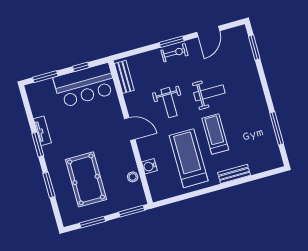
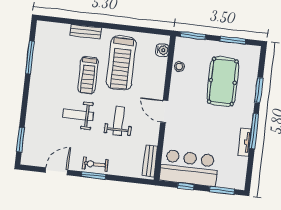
window: (38, 145) -> (254, 131), width x1.44
water cooler: (149, 166) -> (162, 50), moved

